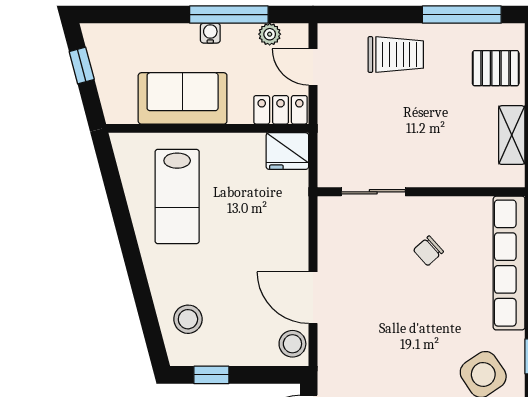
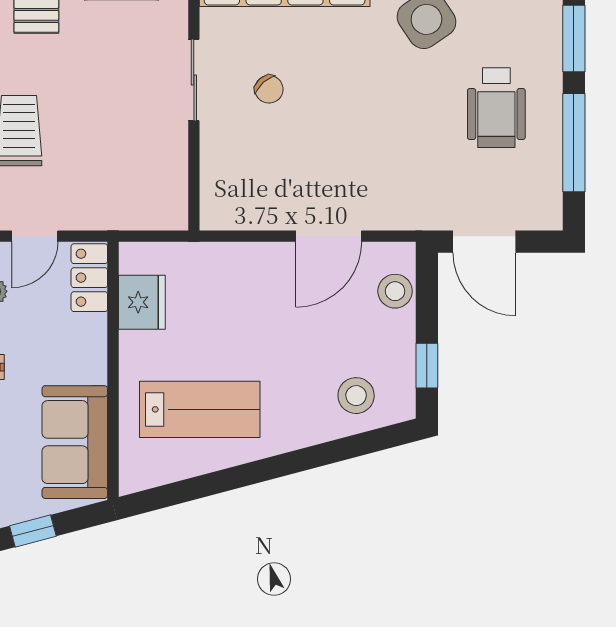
sofa: (183, 98) -> (75, 442), moved
fridge: (287, 151) -> (142, 302), moved
sliding door: (373, 192) -> (194, 80), moved
stool: (292, 344) -> (395, 291), moved

